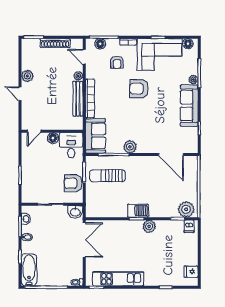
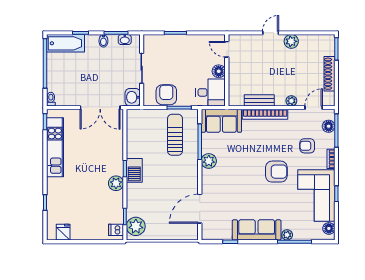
armchair: (139, 89) -> (276, 172), turned 90
bench: (78, 99) -> (259, 100), width x0.73

